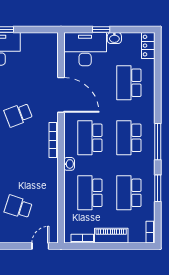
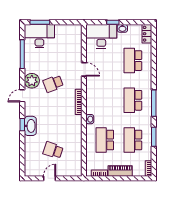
door: (61, 95) -> (84, 69), width x0.53
school desk: (90, 138) -> (105, 100), removed
door: (40, 246) -> (50, 178), moved

